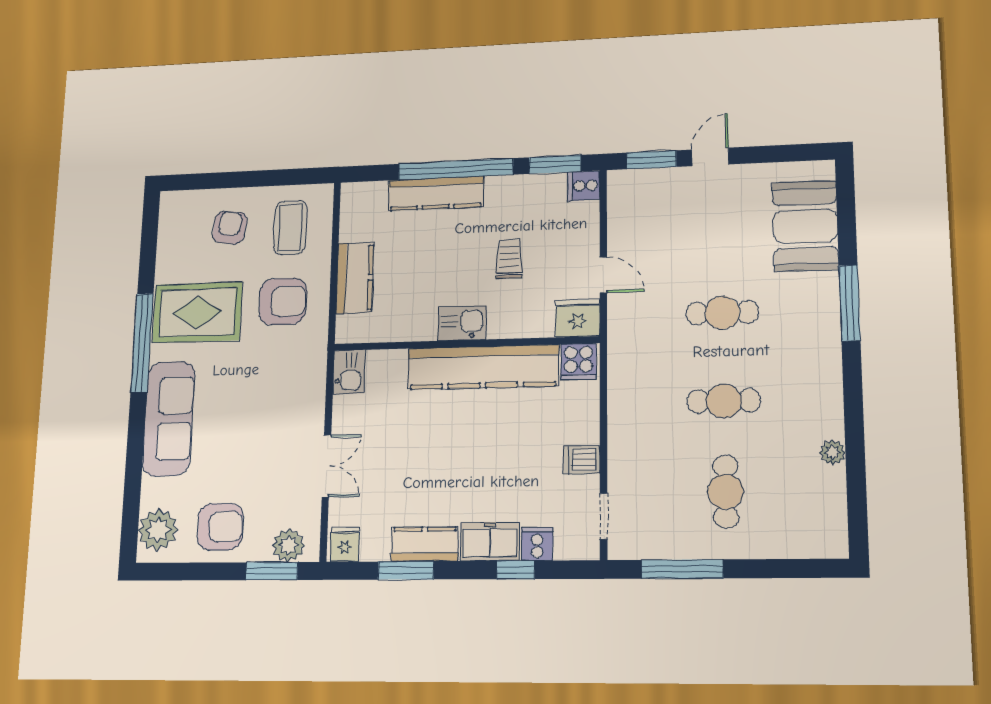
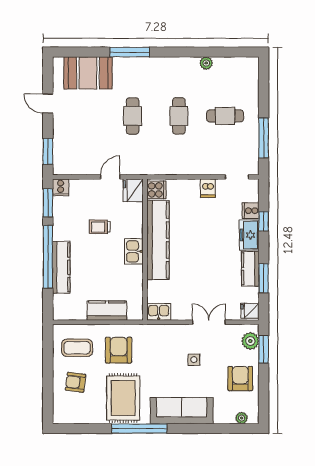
door: (710, 157) -> (48, 104), moved
side table: (259, 439) -> (194, 360), added
plant: (158, 530) -> (242, 418), width x0.53, depth x0.53

